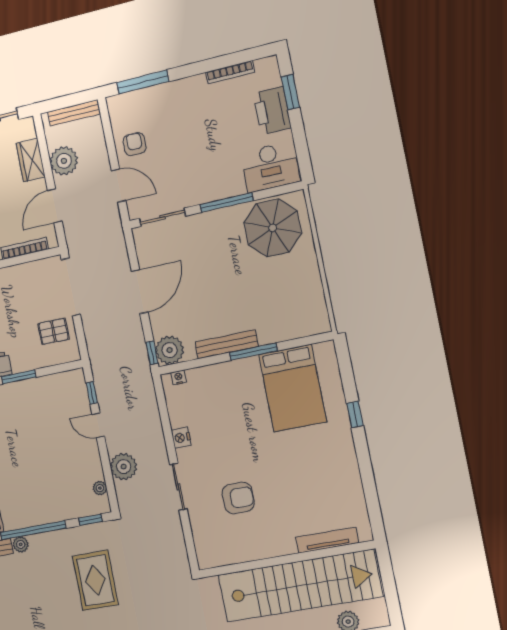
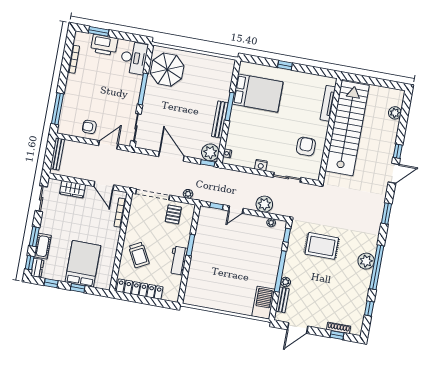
plant: (64, 161) -> (188, 194), moved, width x0.53, depth x0.53
tv unit: (327, 540) -> (328, 103), moved
wall: (286, 559) -> (330, 130), moved
stairs: (300, 586) -> (347, 128), moved

